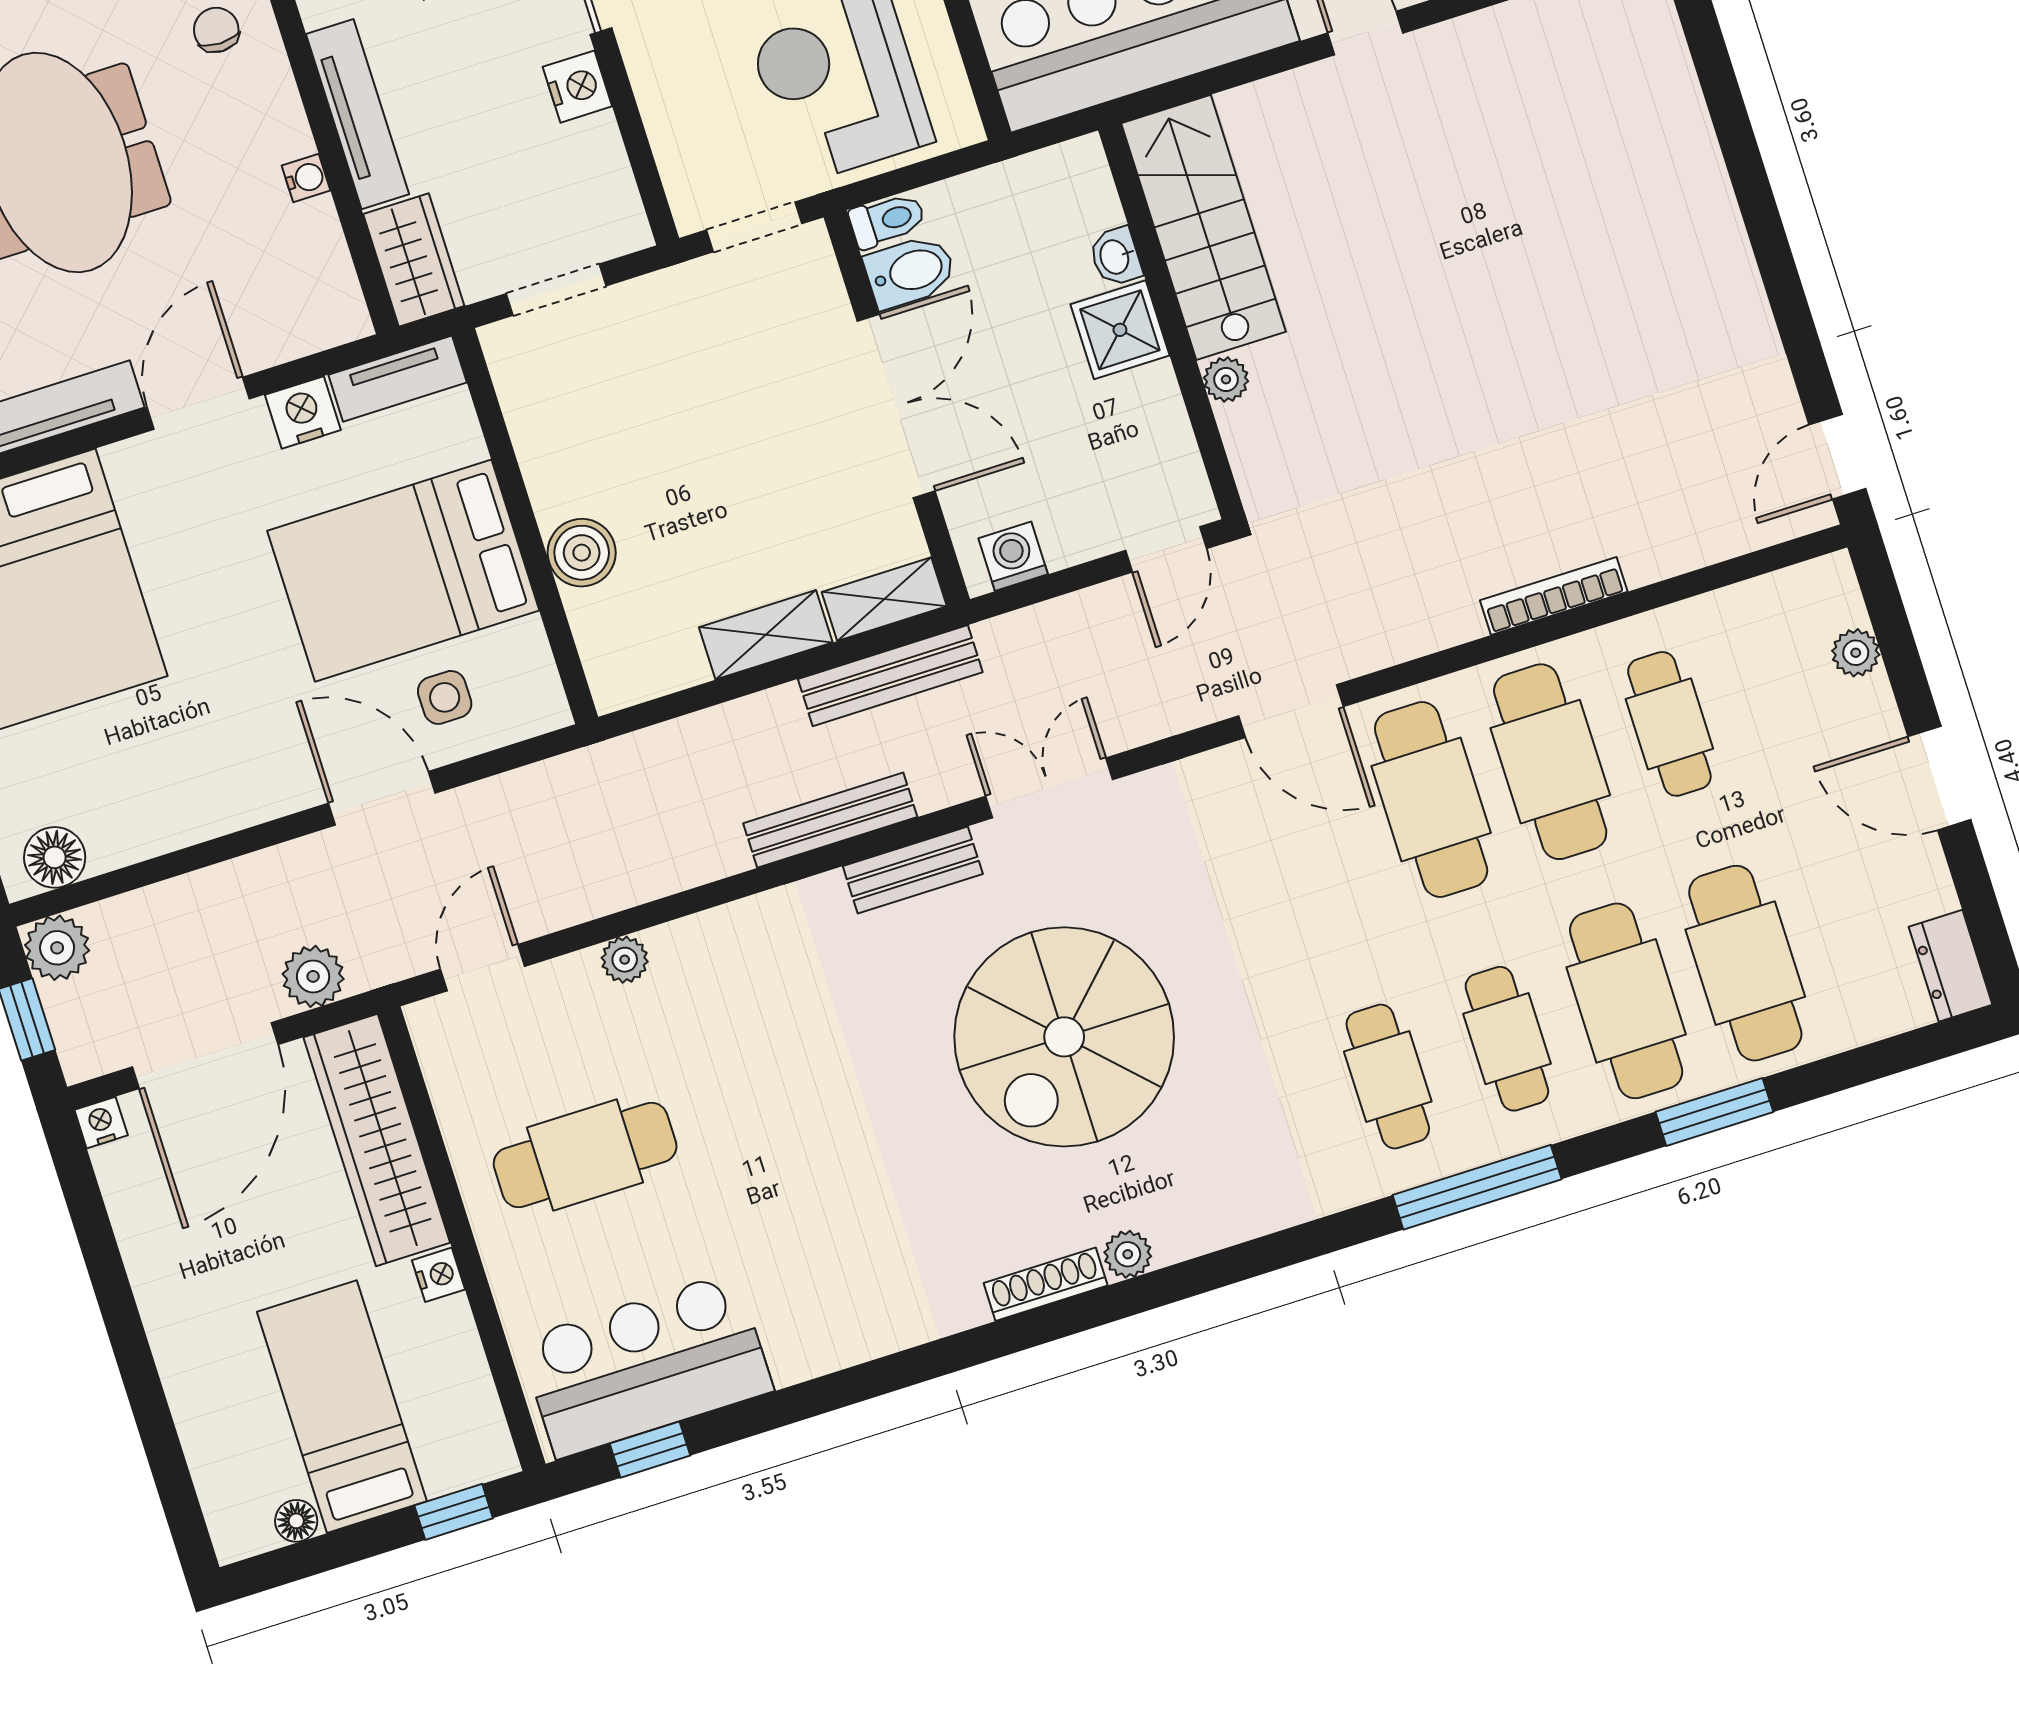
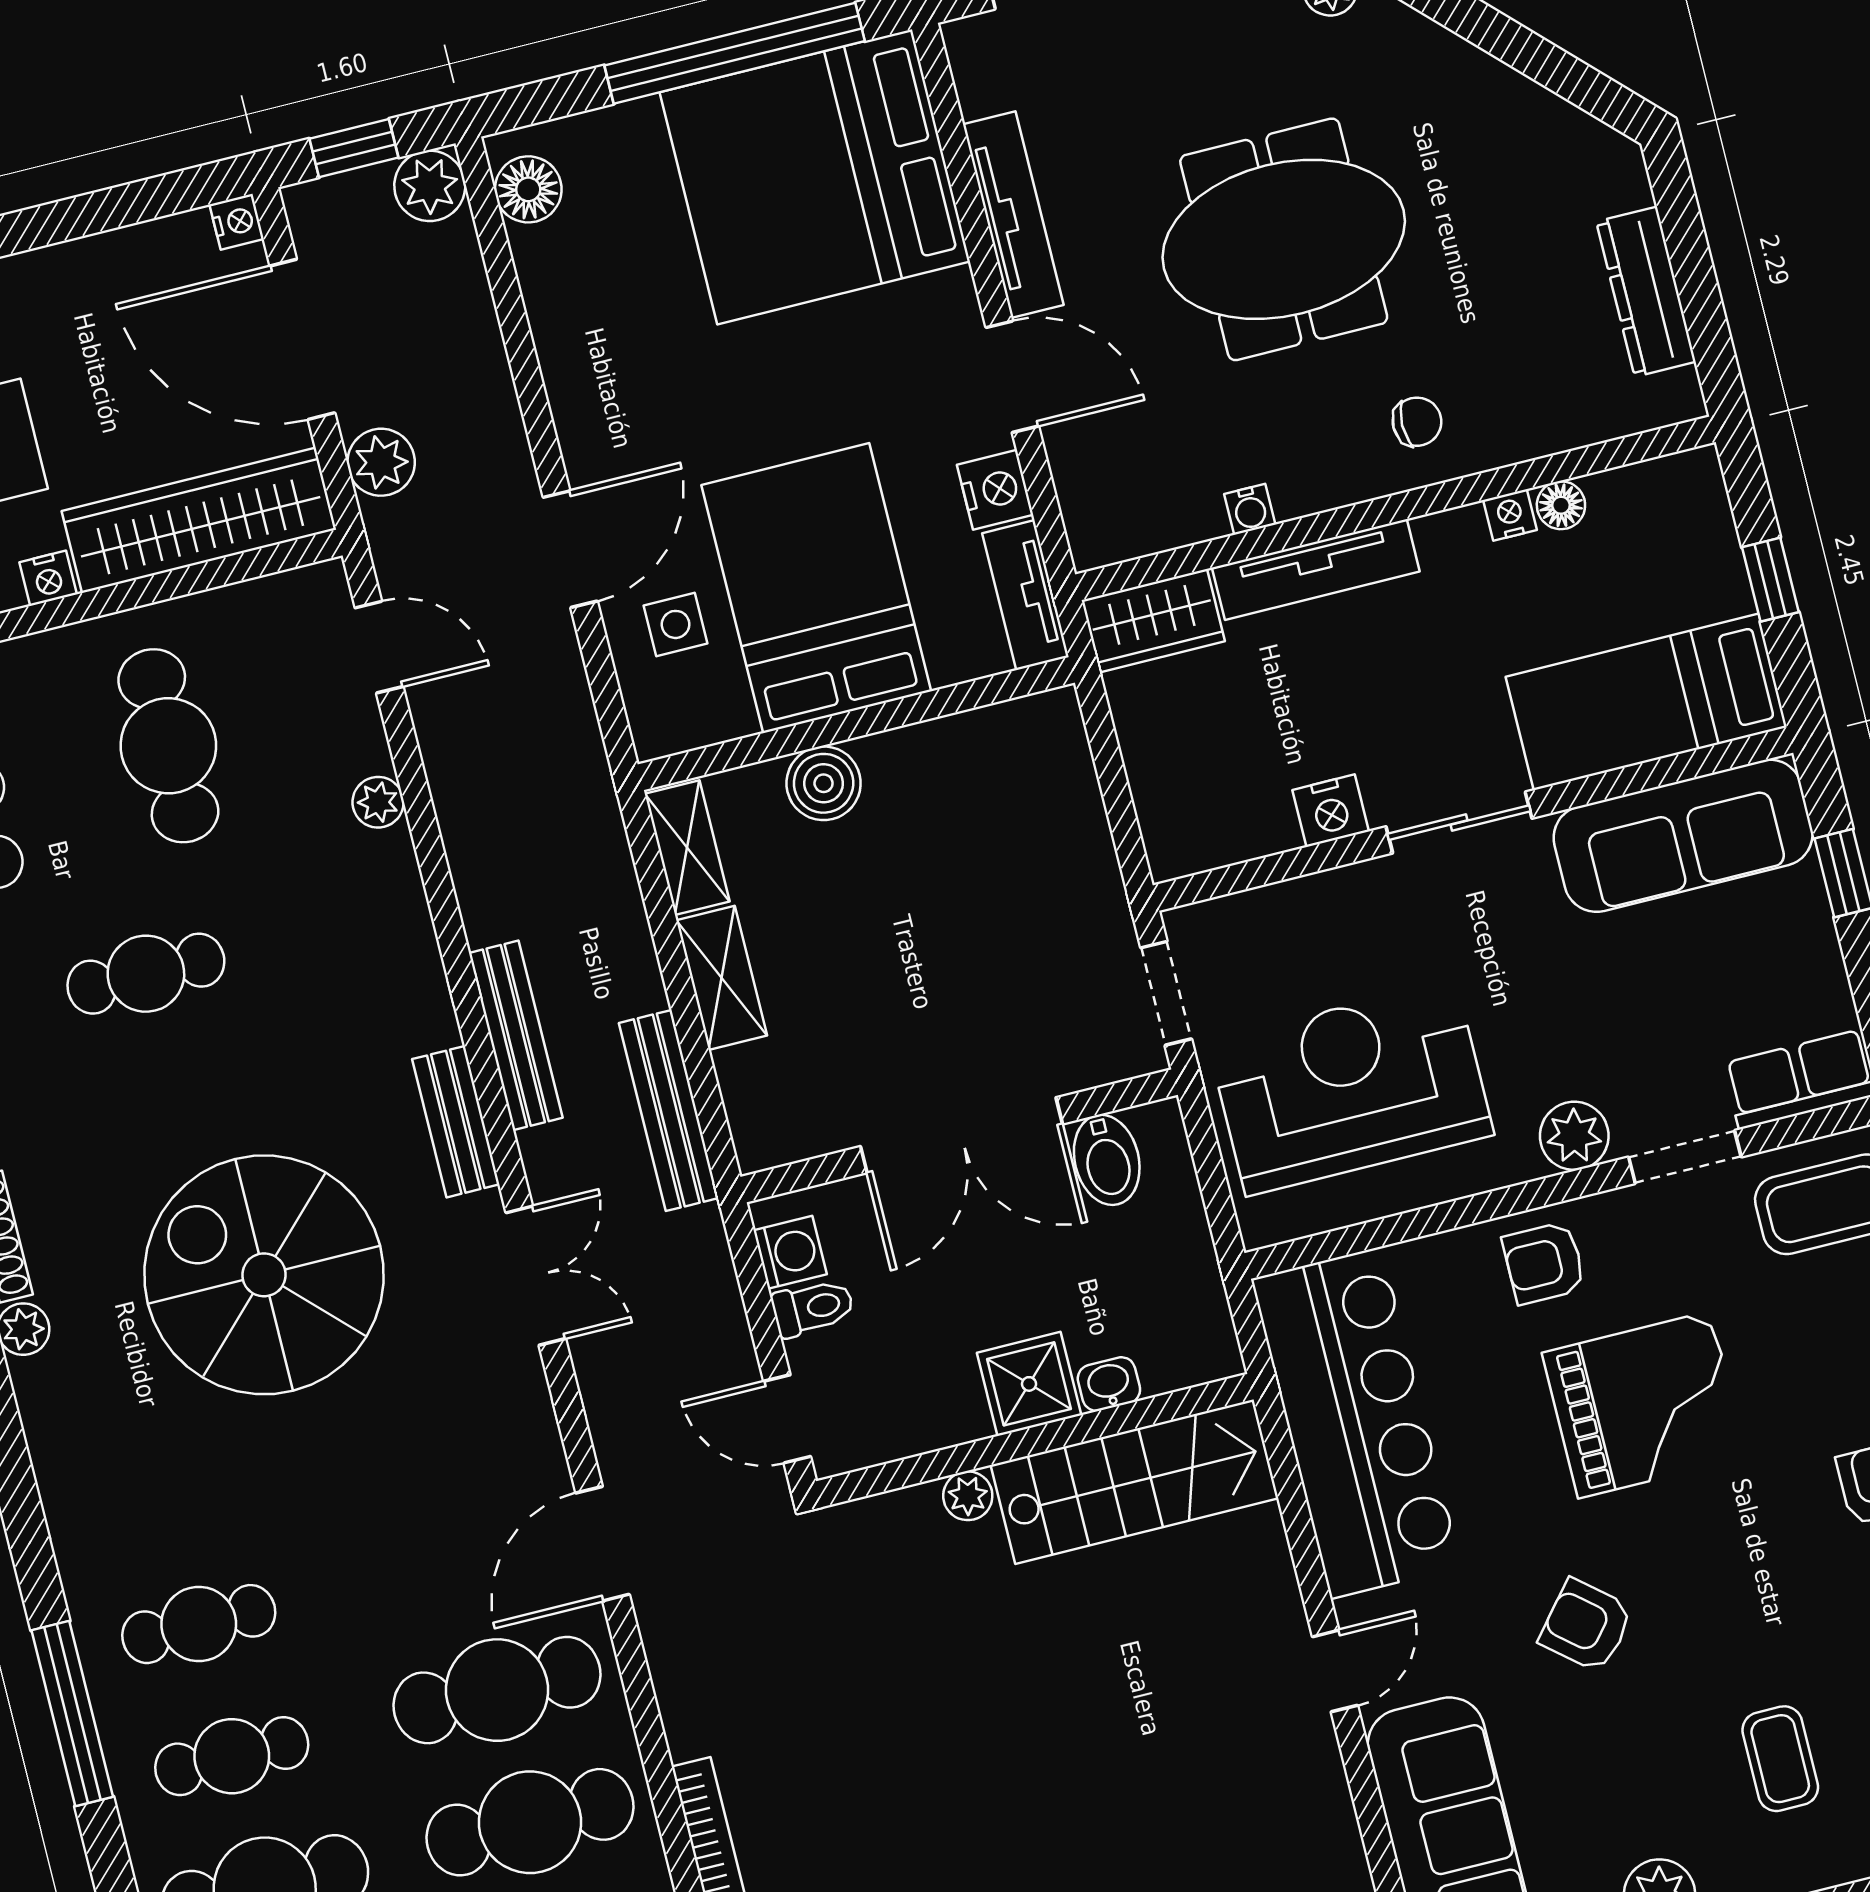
toilet: (887, 220) -> (813, 1308), moved, turned -90
doorway: (556, 290) -> (1111, 774), removed
shelving: (884, 599) -> (687, 848), moved
cafe table: (795, 1162) -> (146, 974), added

